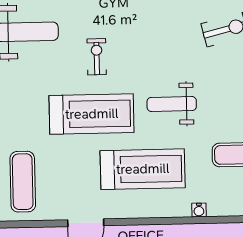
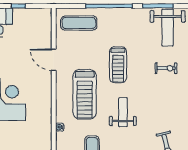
exercise bike: (97, 57) -> (166, 68), moved
treadmill: (92, 114) -> (118, 65), width x0.73, depth x0.73

